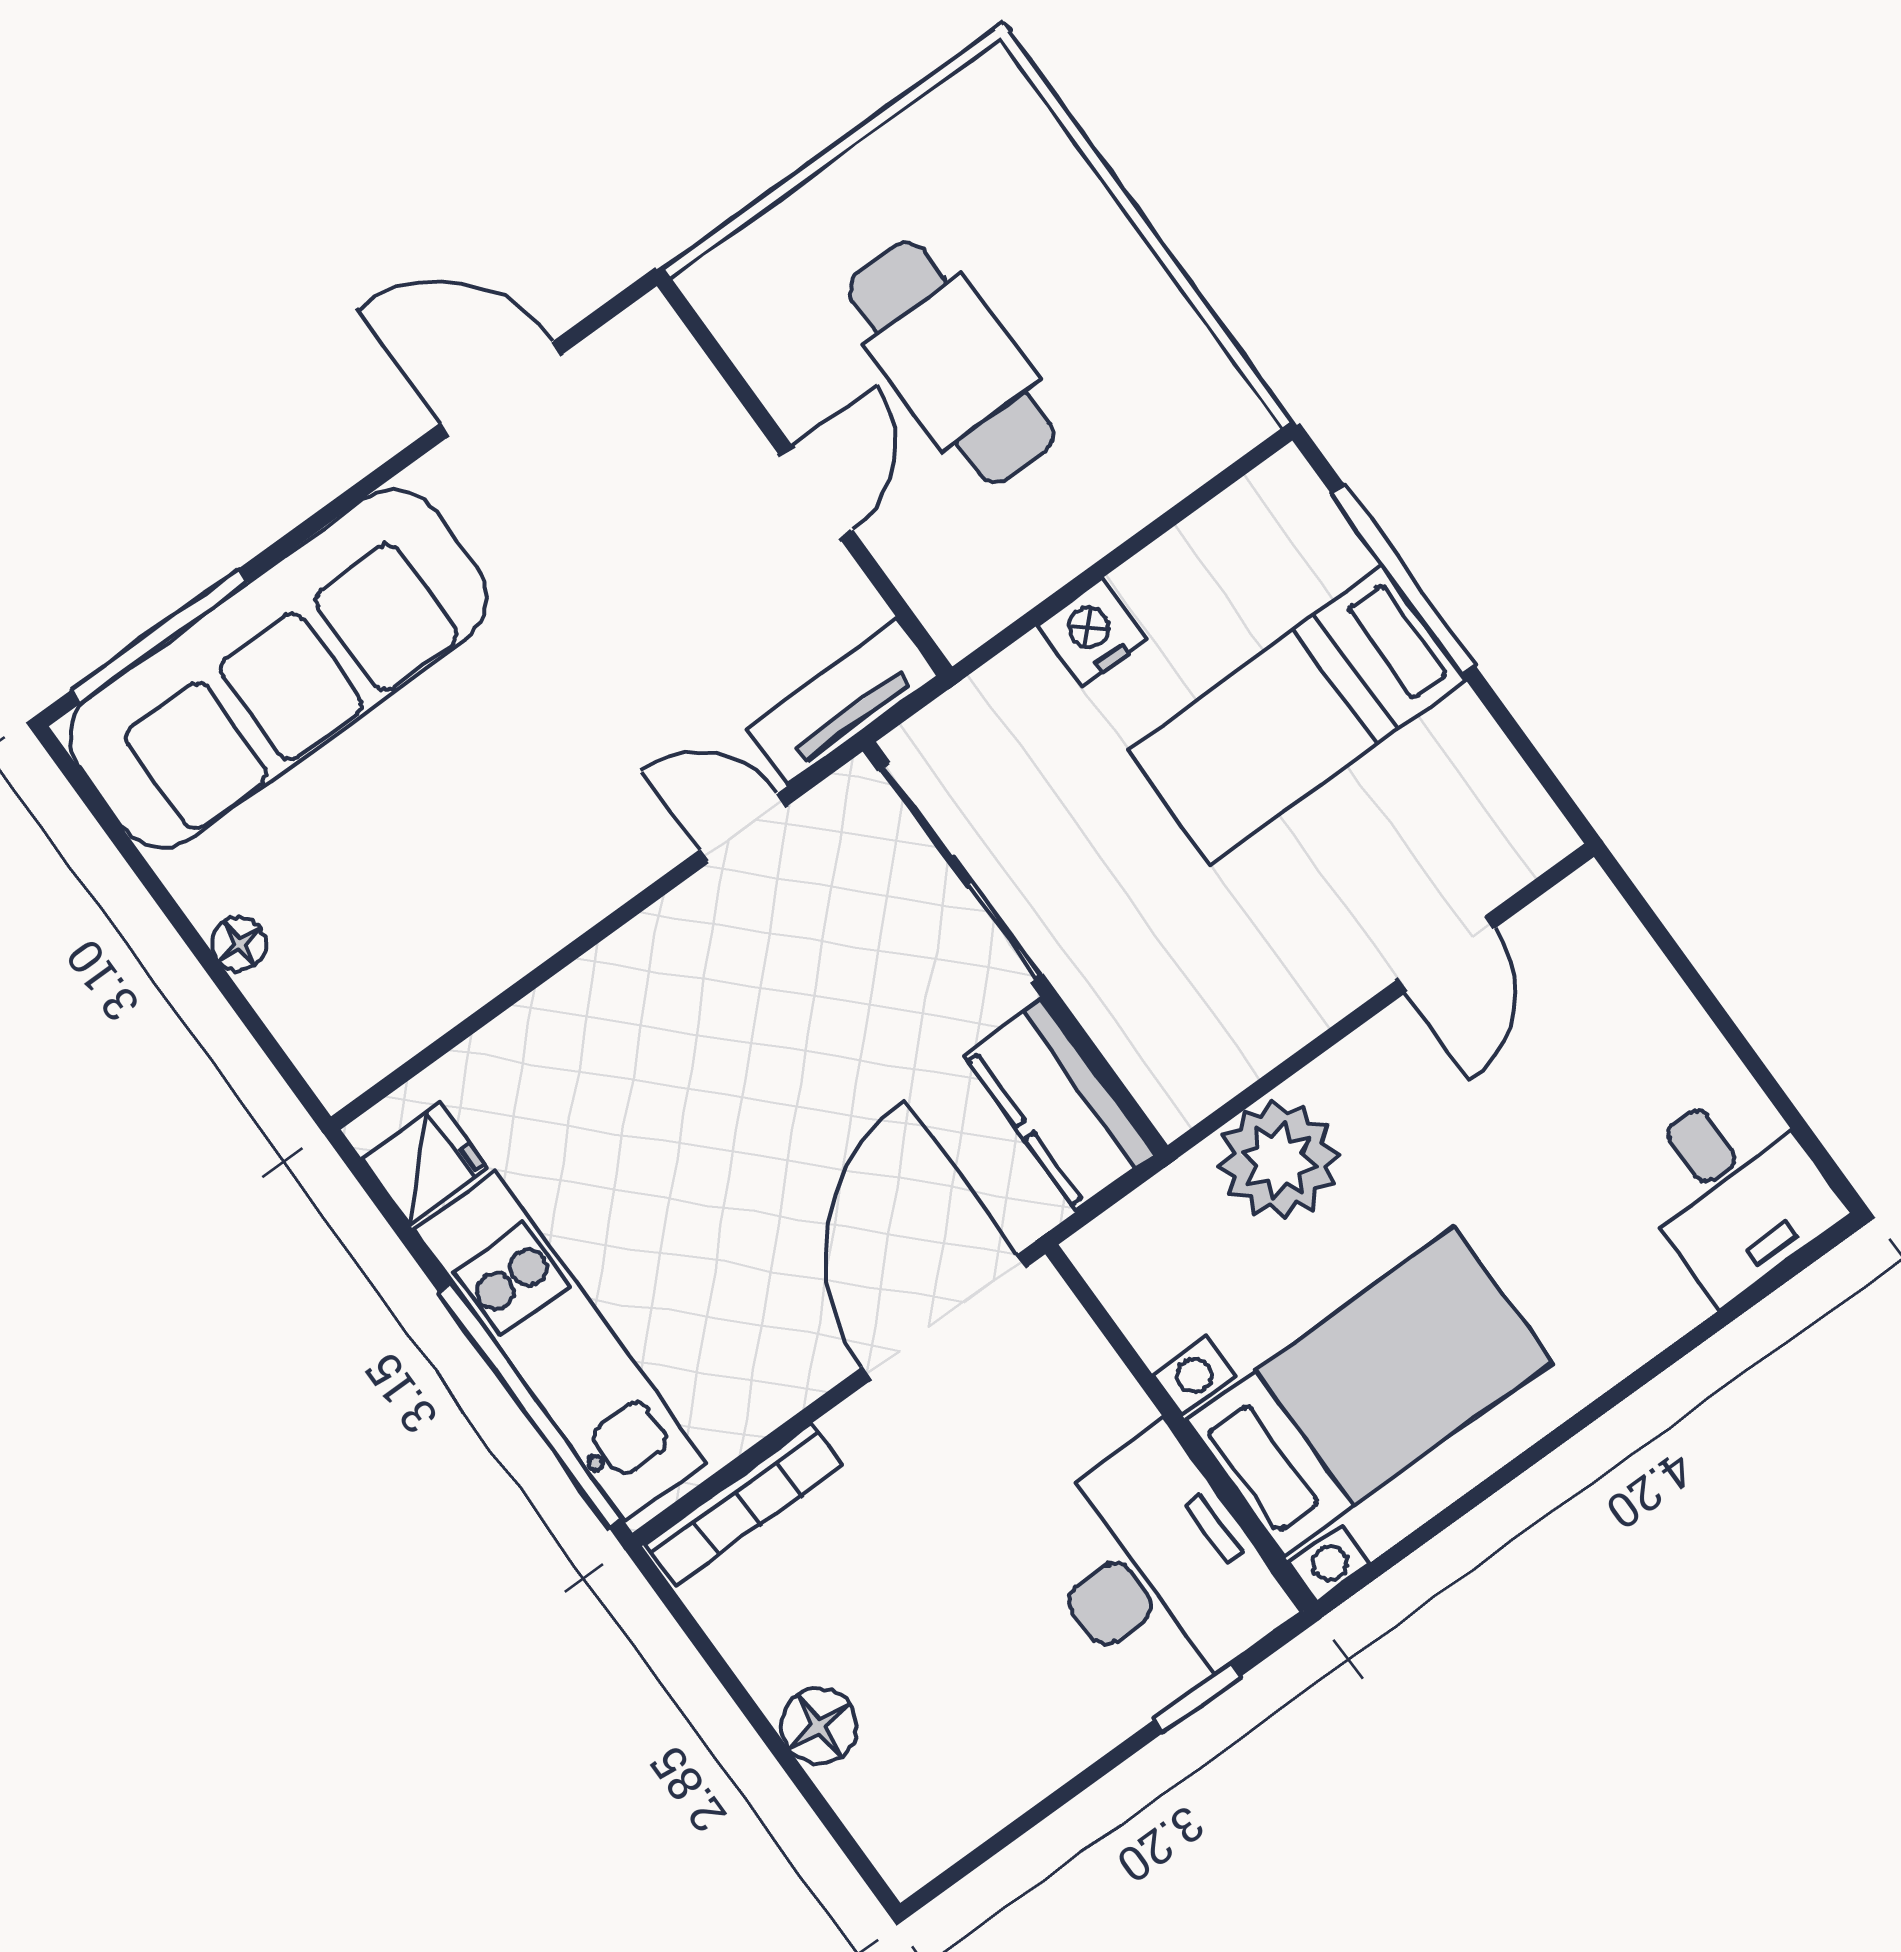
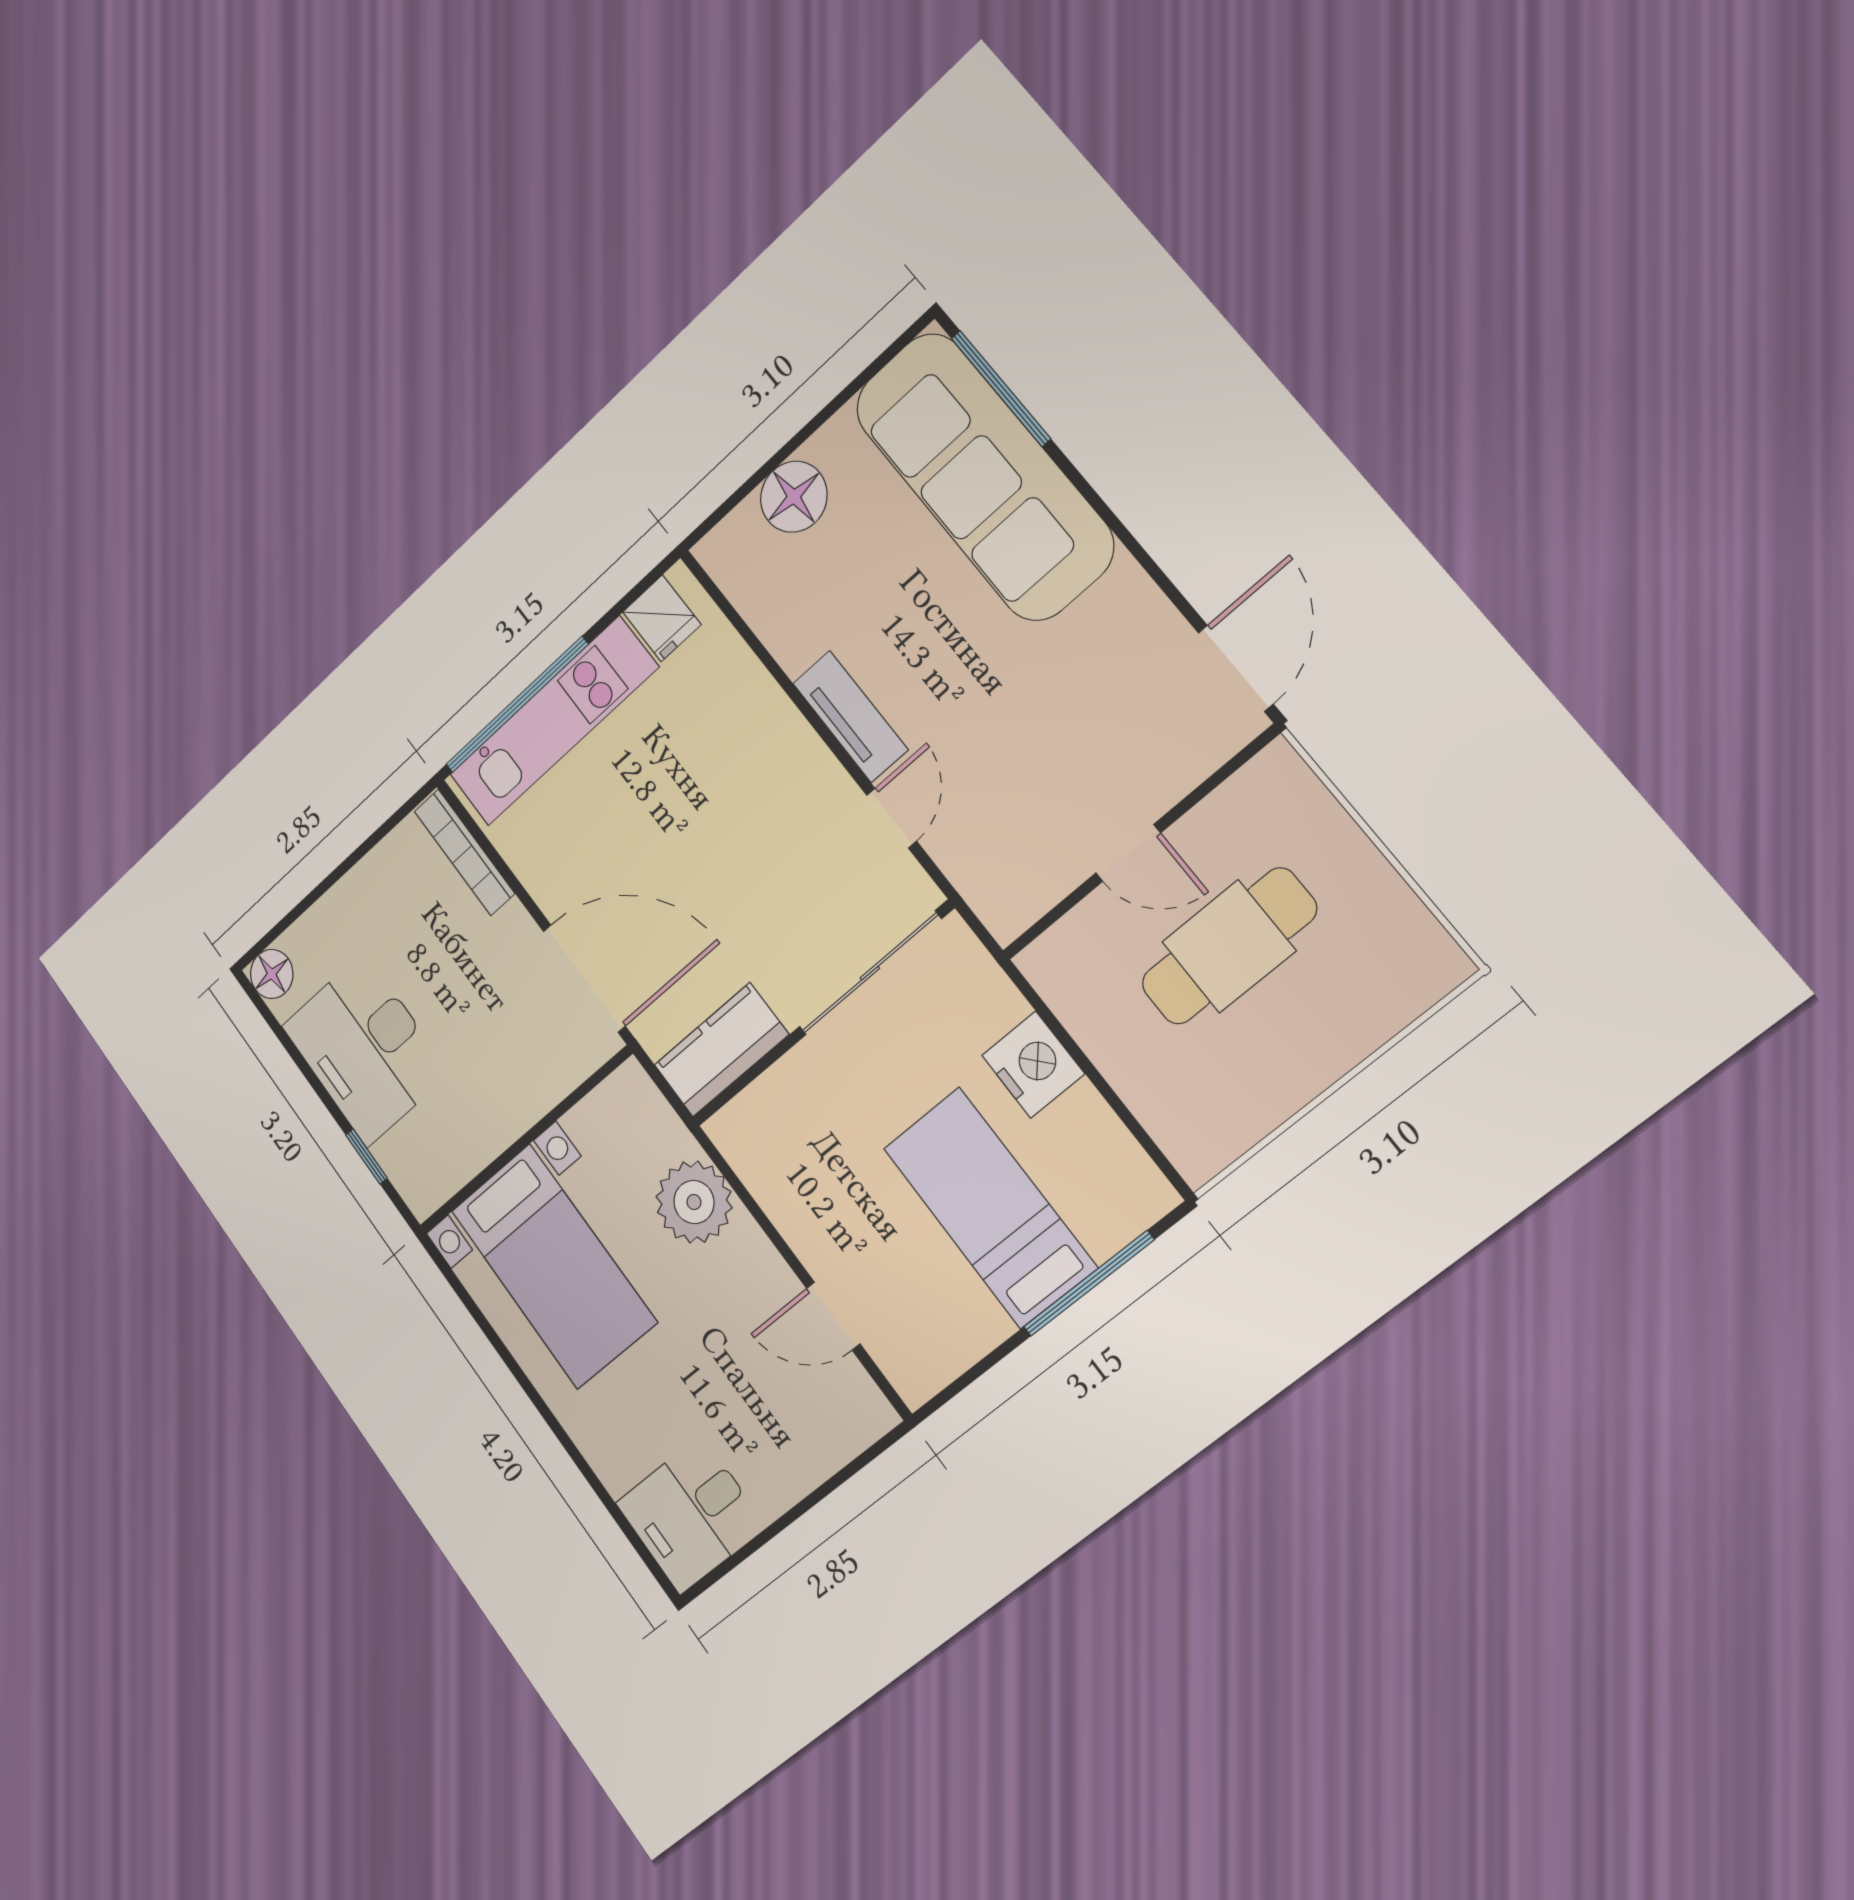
door: (501, 389) -> (1236, 668), moved
nightstand: (1092, 632) -> (1033, 1065), width x1.36, depth x1.33
tv unit: (842, 702) -> (850, 716), moved
floor lamp: (239, 944) -> (794, 497), width x1.89, depth x1.89
desk: (1157, 1569) -> (365, 1049), moved, turned 90
floor lamp: (819, 1726) -> (272, 974), moved

